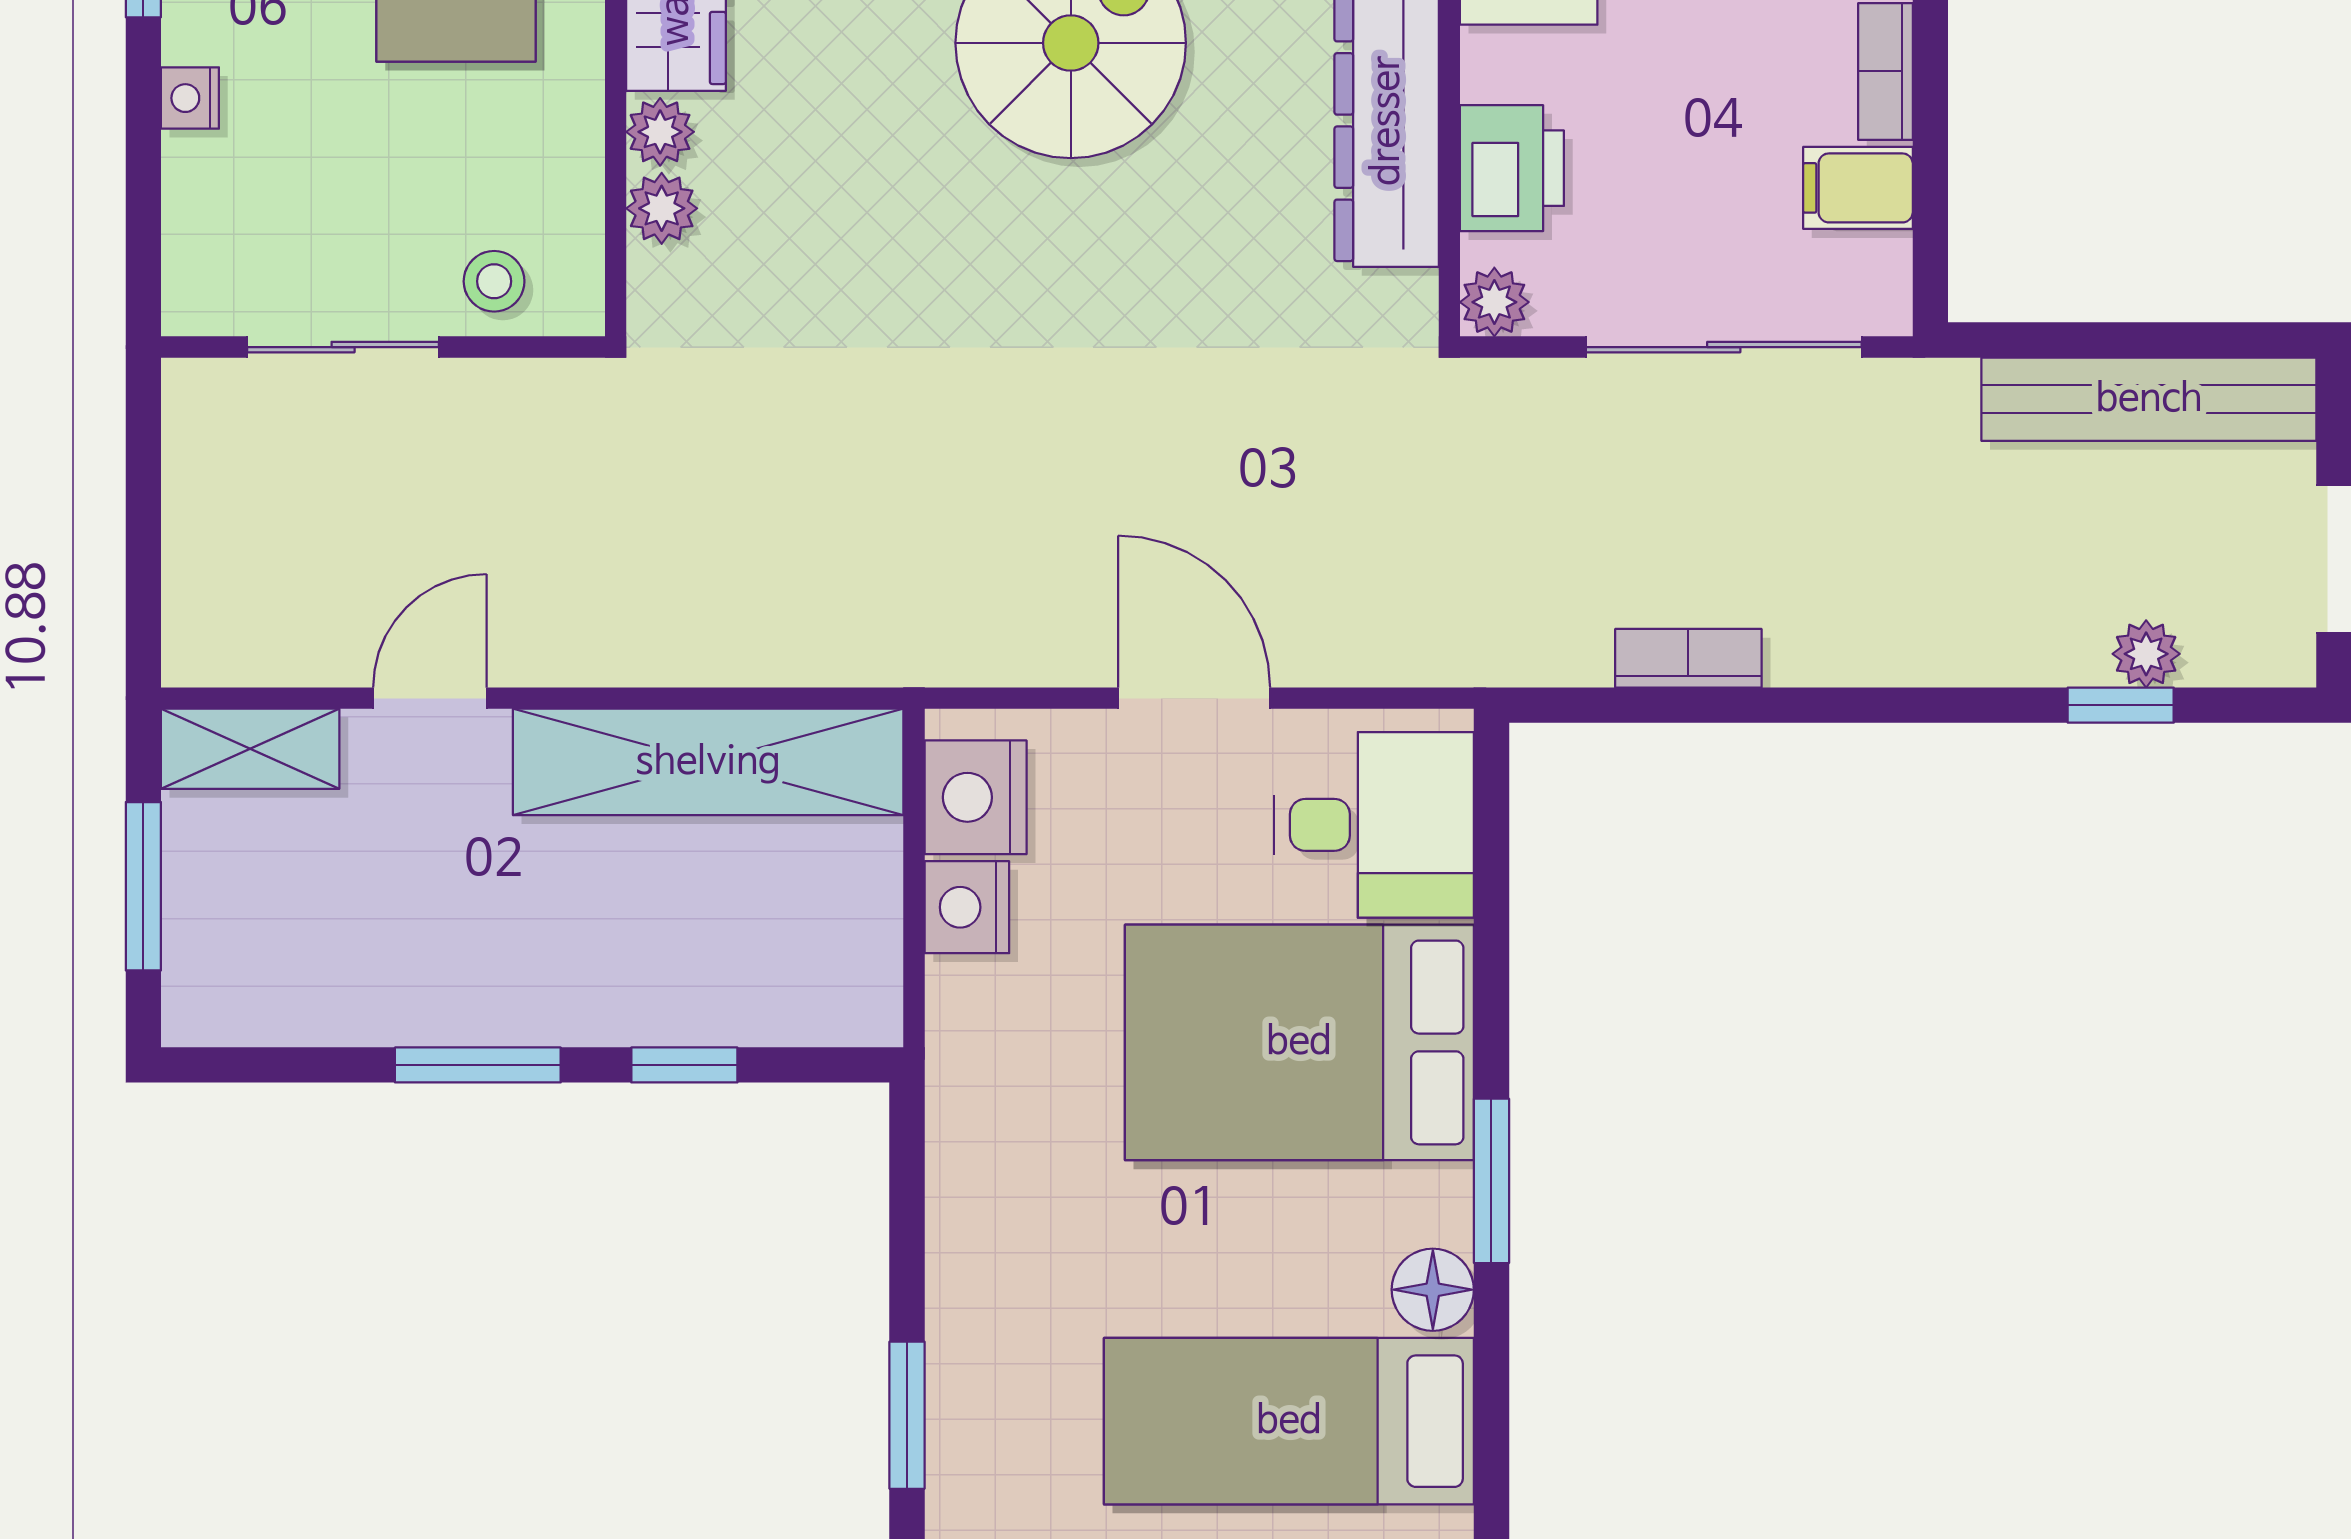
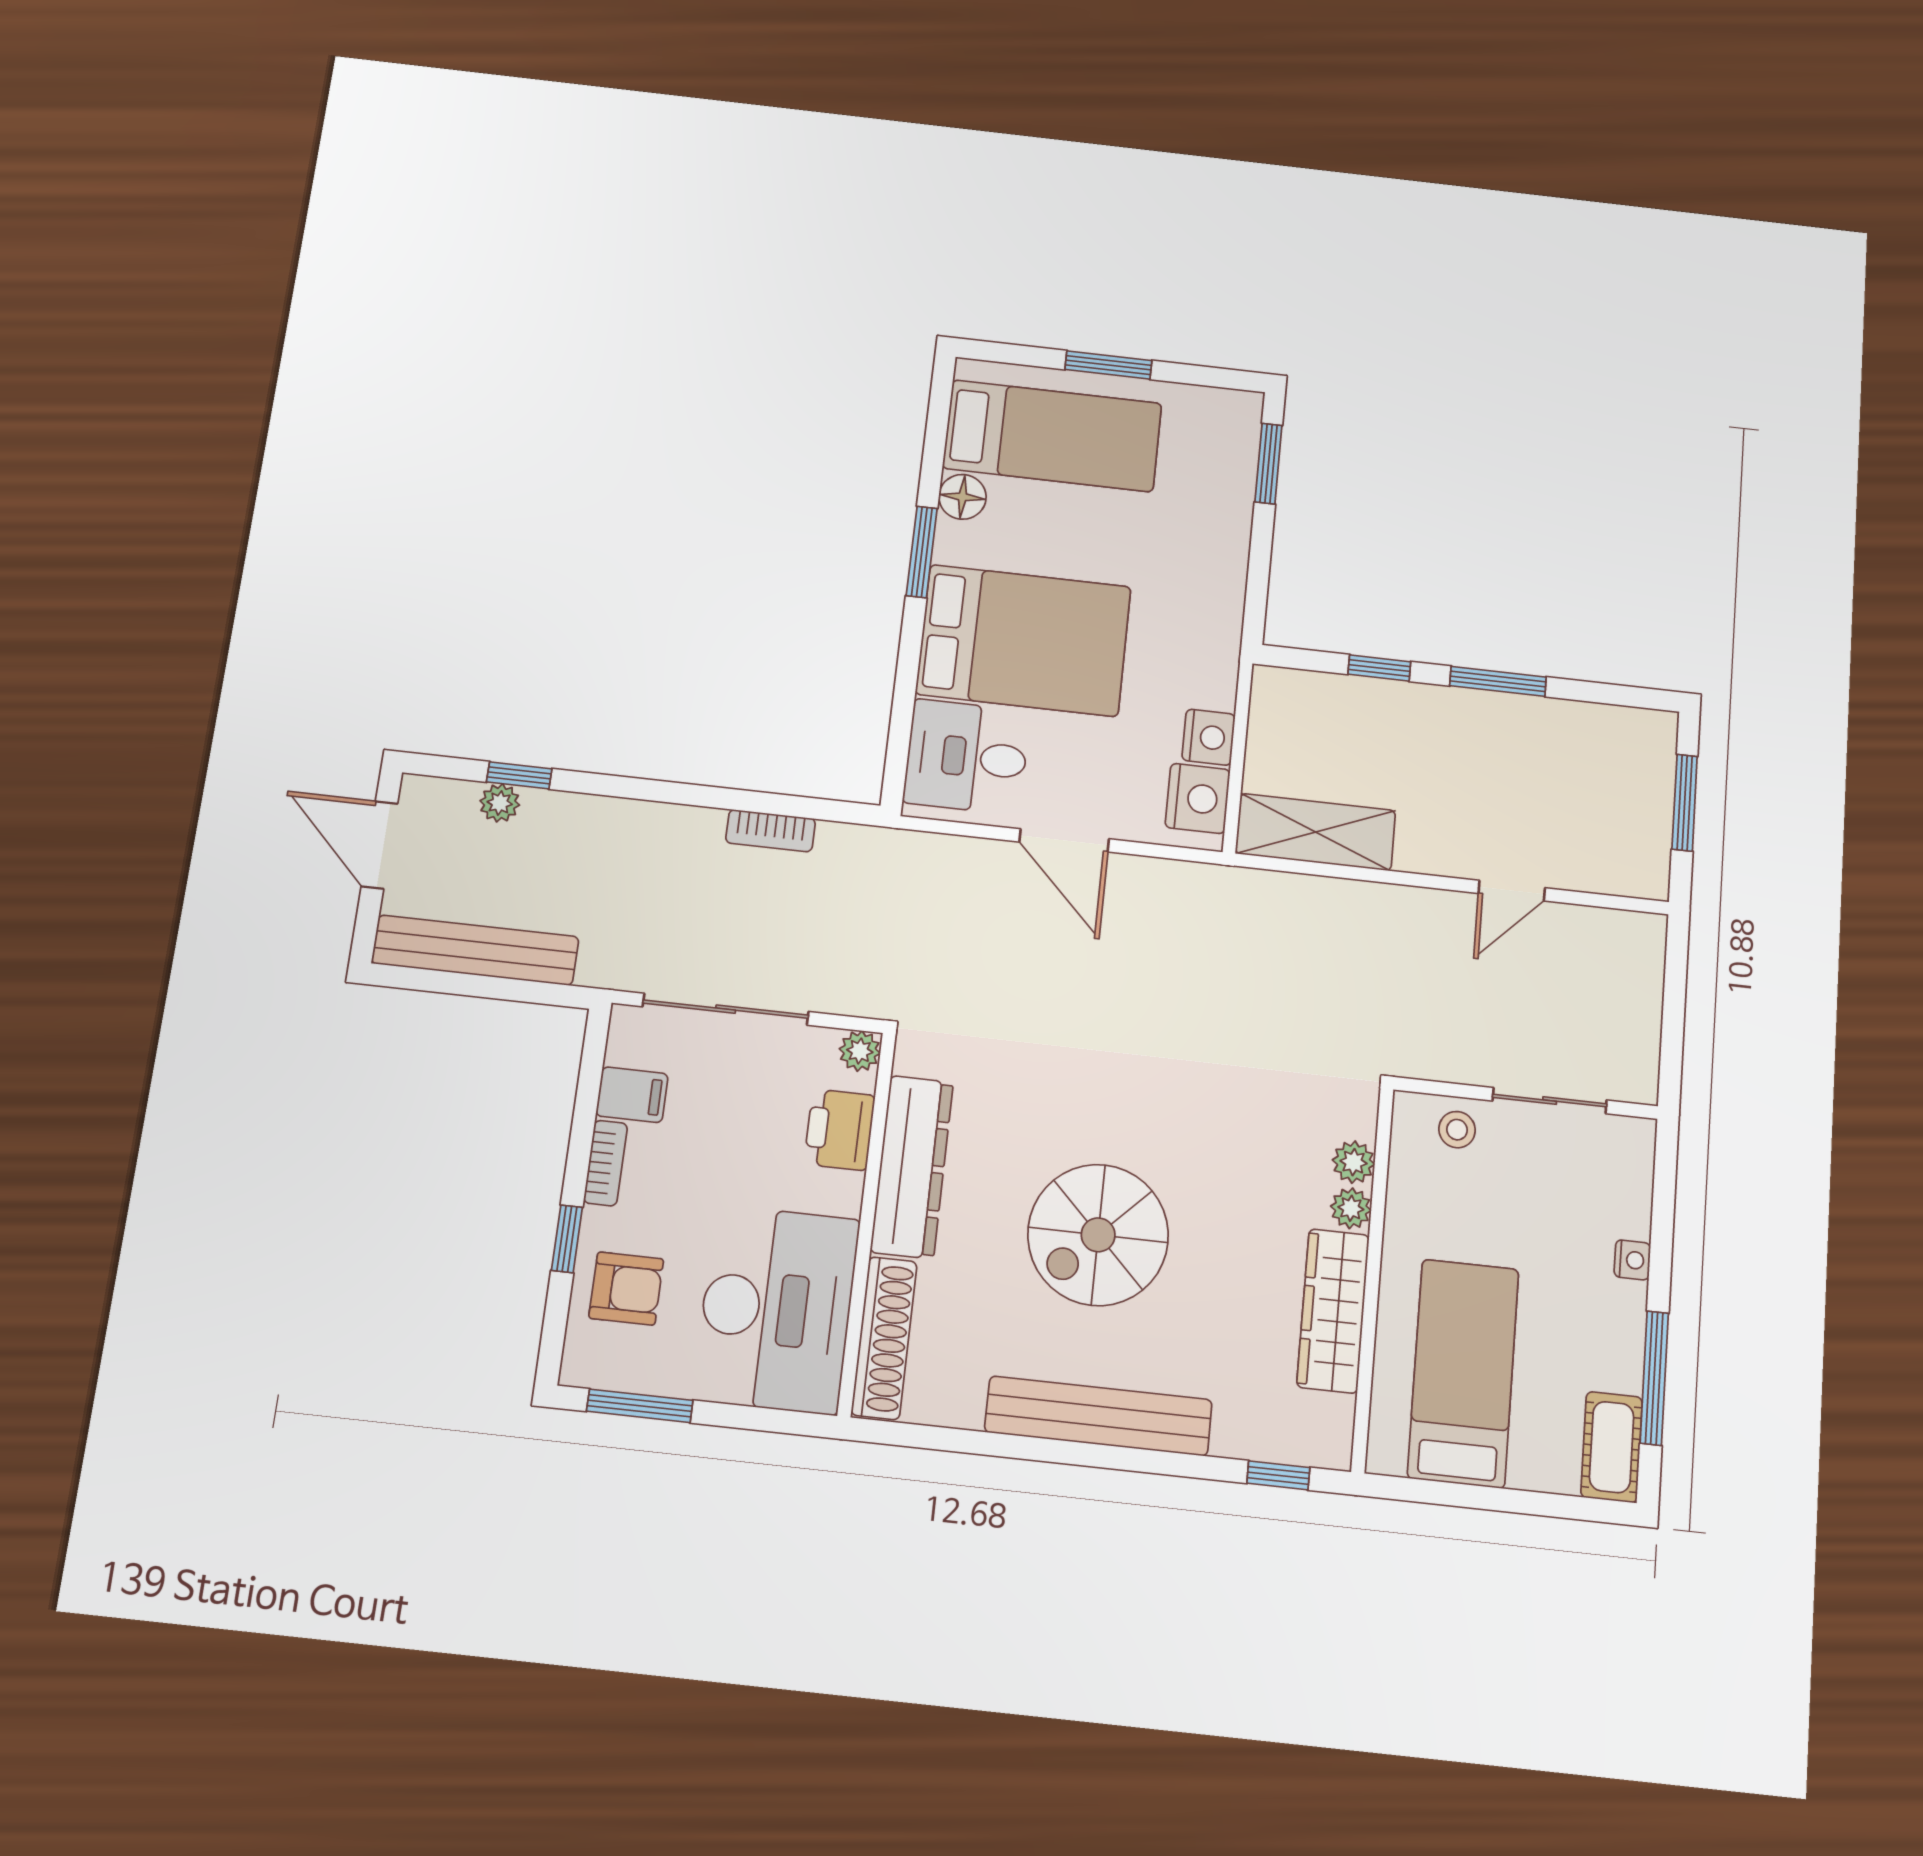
shelving: (250, 749) -> (1618, 873), removed
shelving: (708, 762) -> (1316, 832), width x0.68

